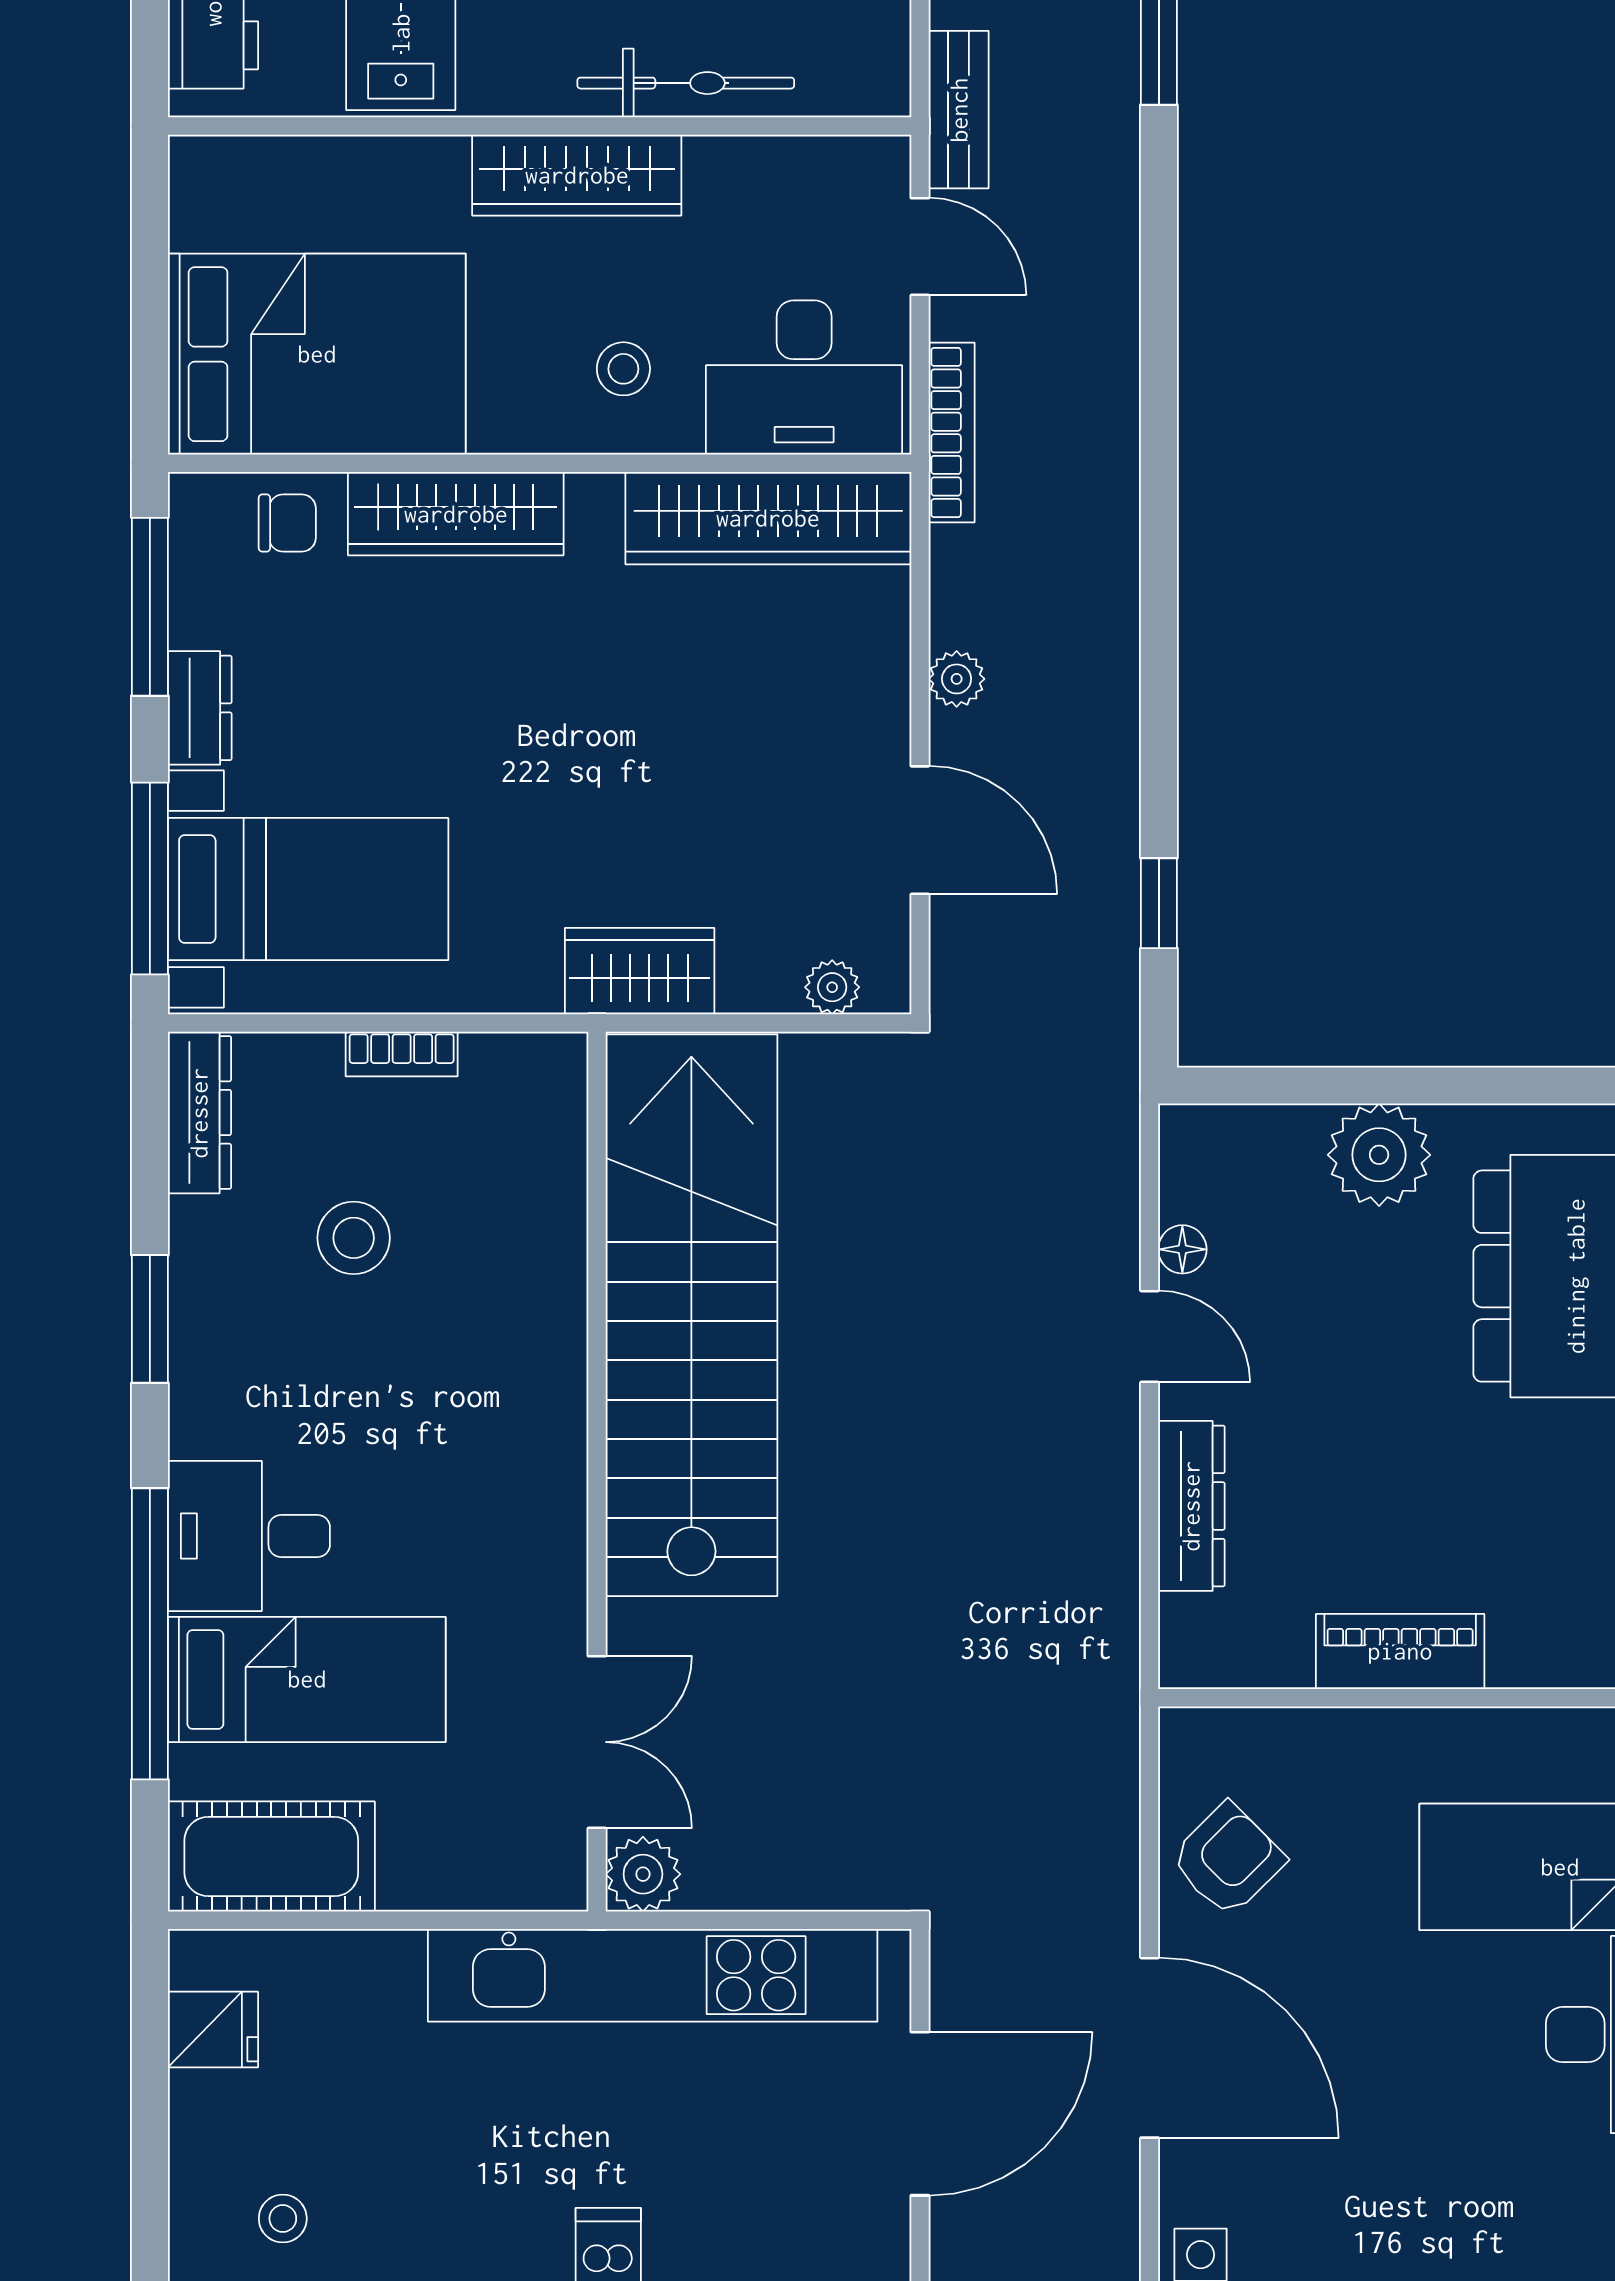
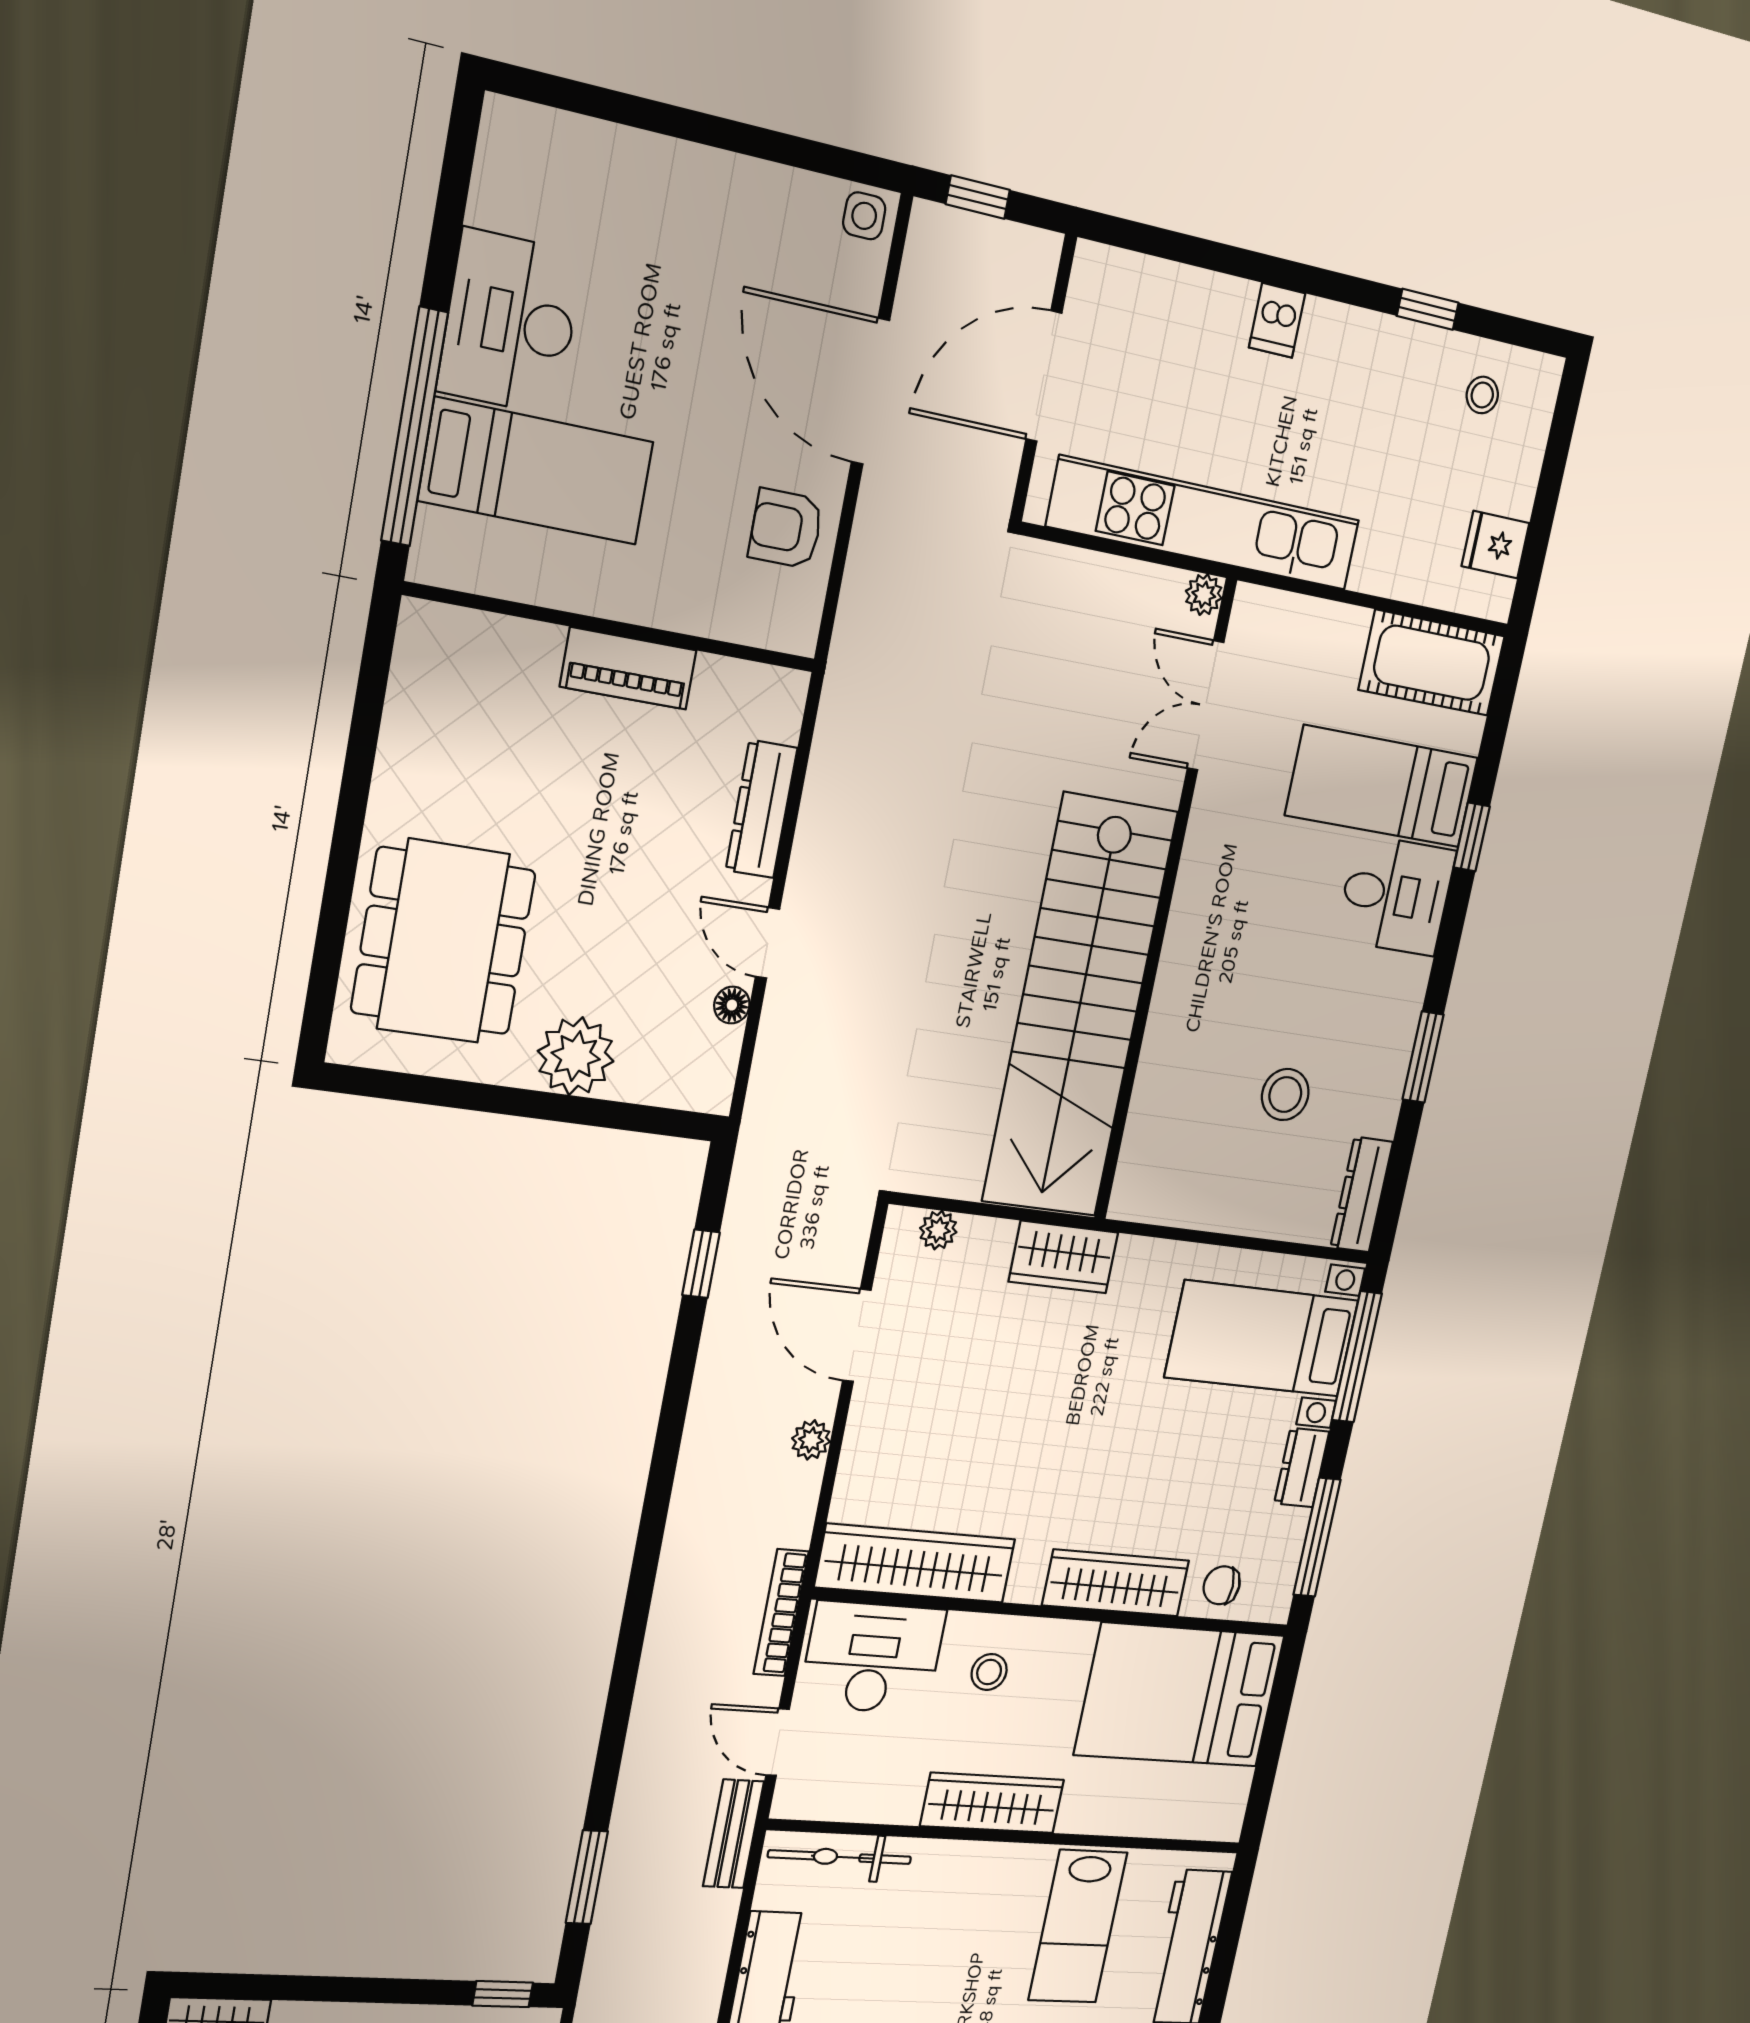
bicycle: (686, 83) -> (840, 1857), moved
bookcase: (402, 1054) -> (1228, 1218), removed
window: (150, 1634) -> (1472, 837), width x0.32
armchair: (1228, 1860) -> (786, 529), turned 45
plant: (643, 1874) -> (1204, 595), width x0.73, depth x0.73

